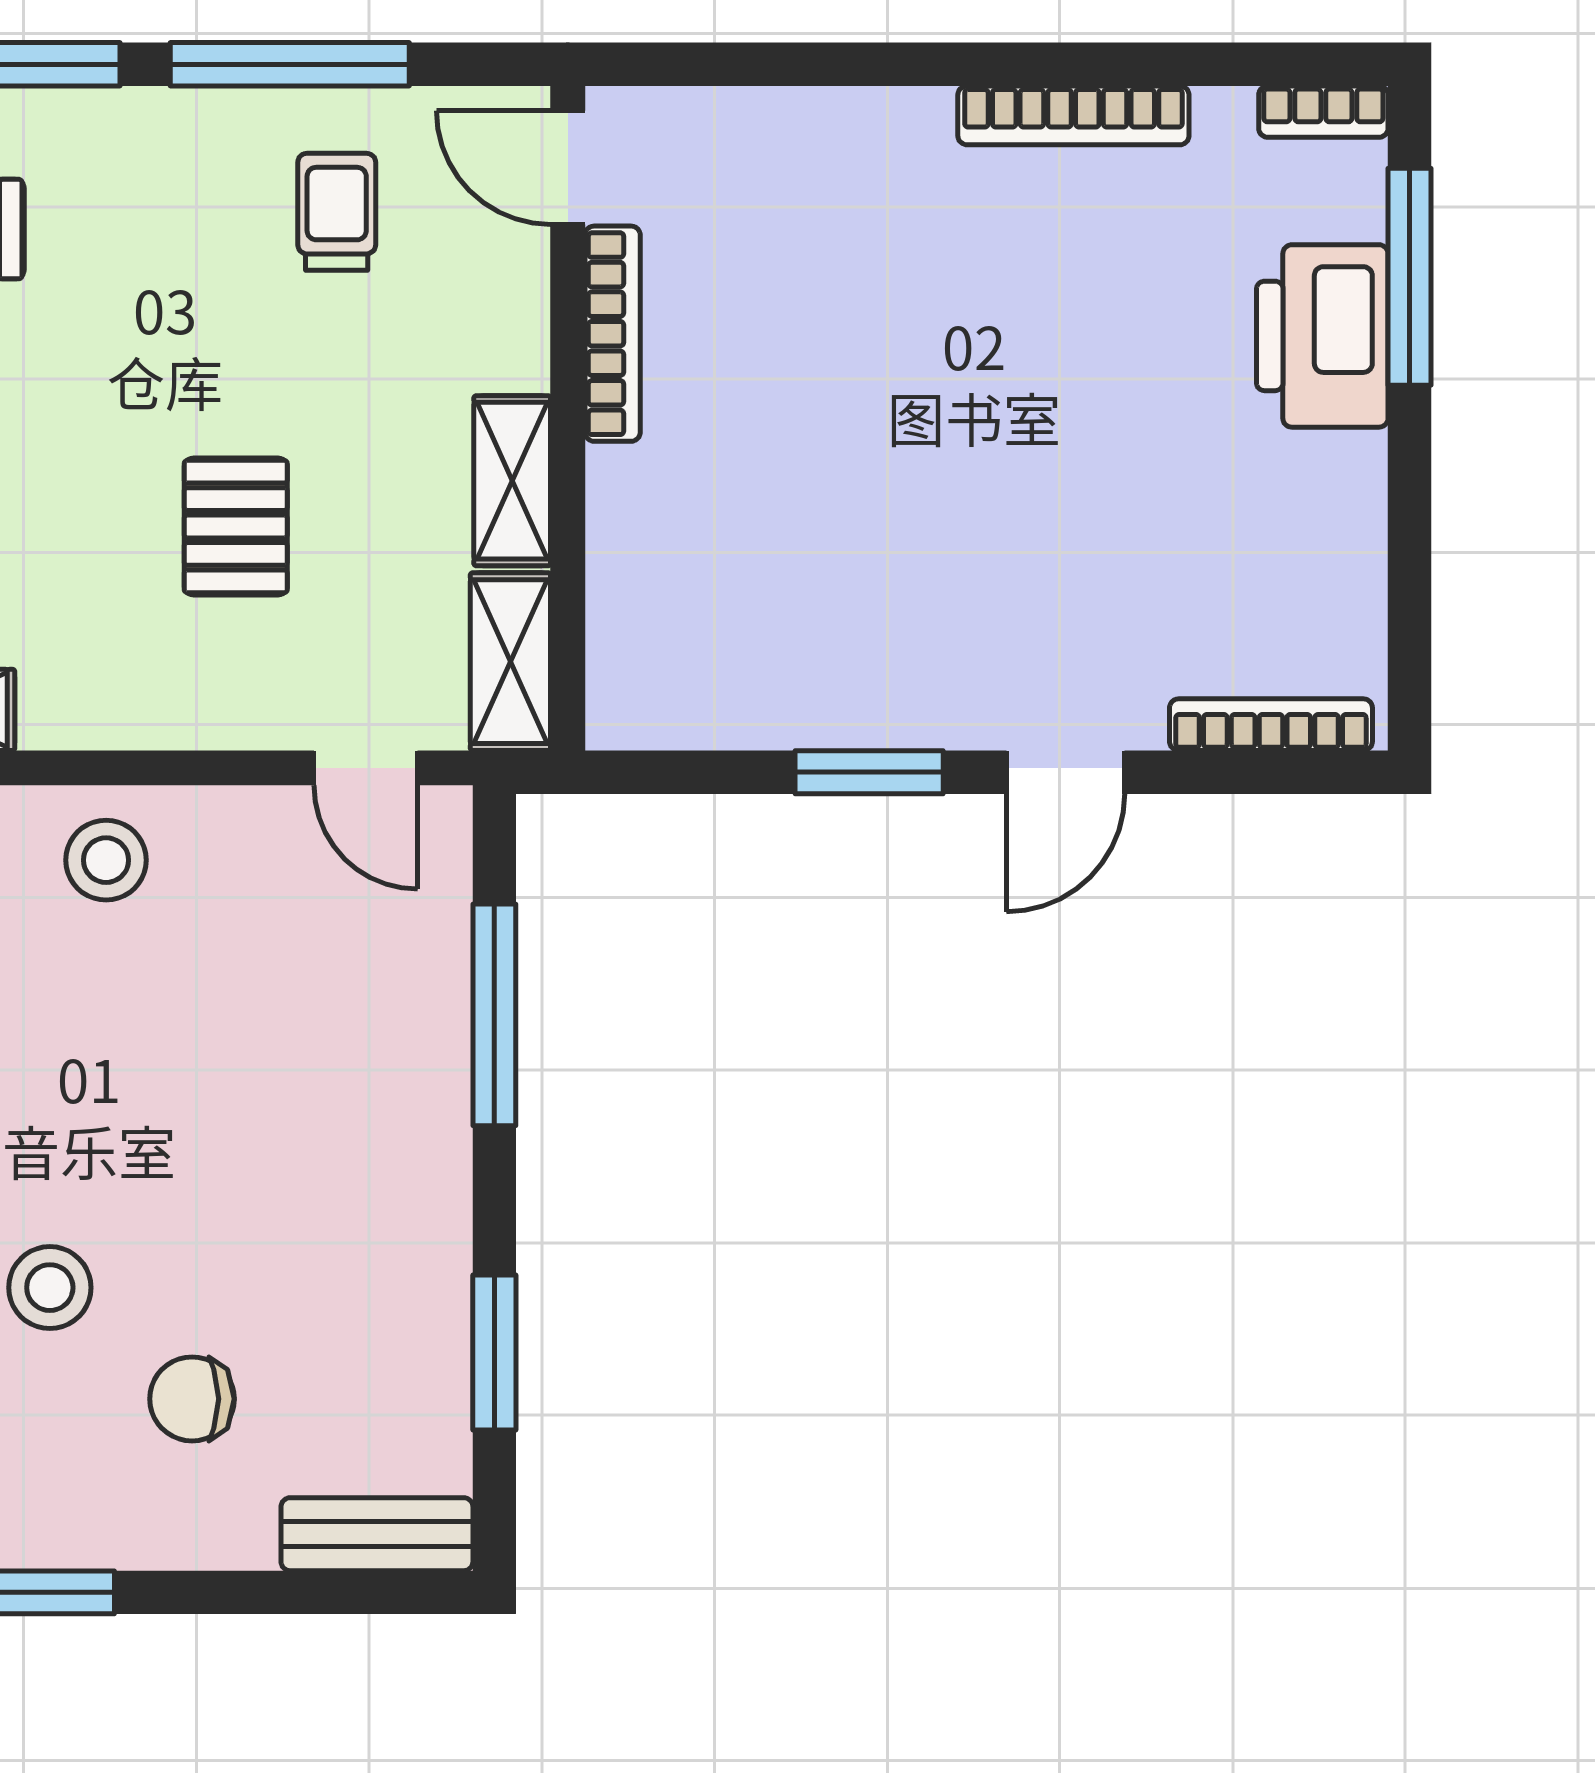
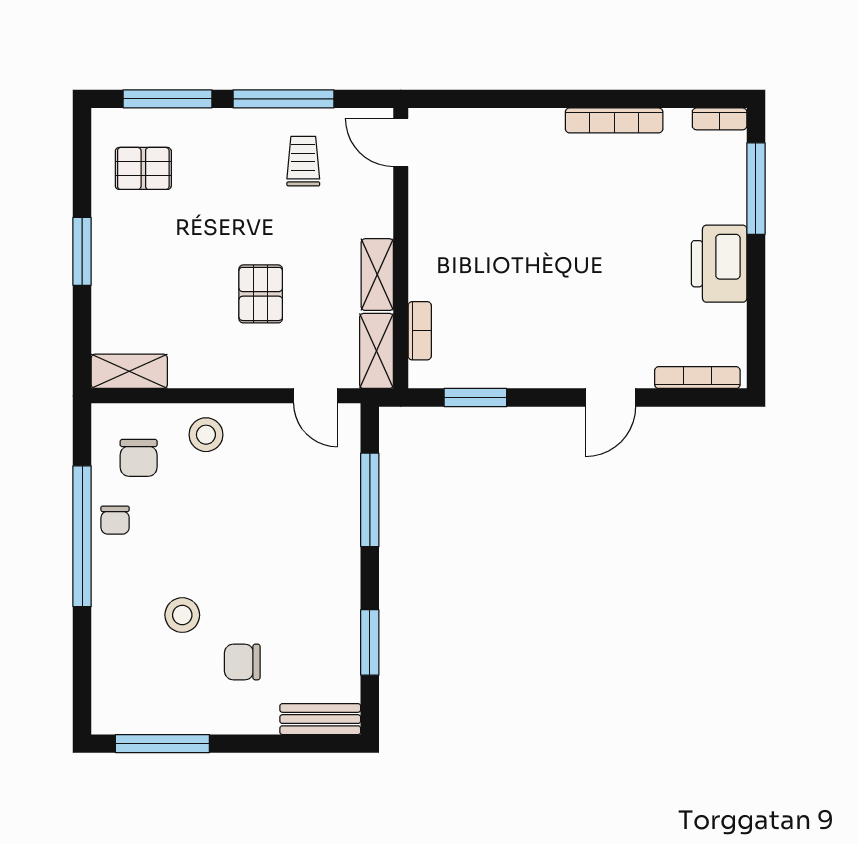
bookcase: (613, 334) -> (420, 331), moved, width x0.64
printer: (1322, 336) -> (719, 264), moved
window: (869, 772) -> (475, 398), moved

